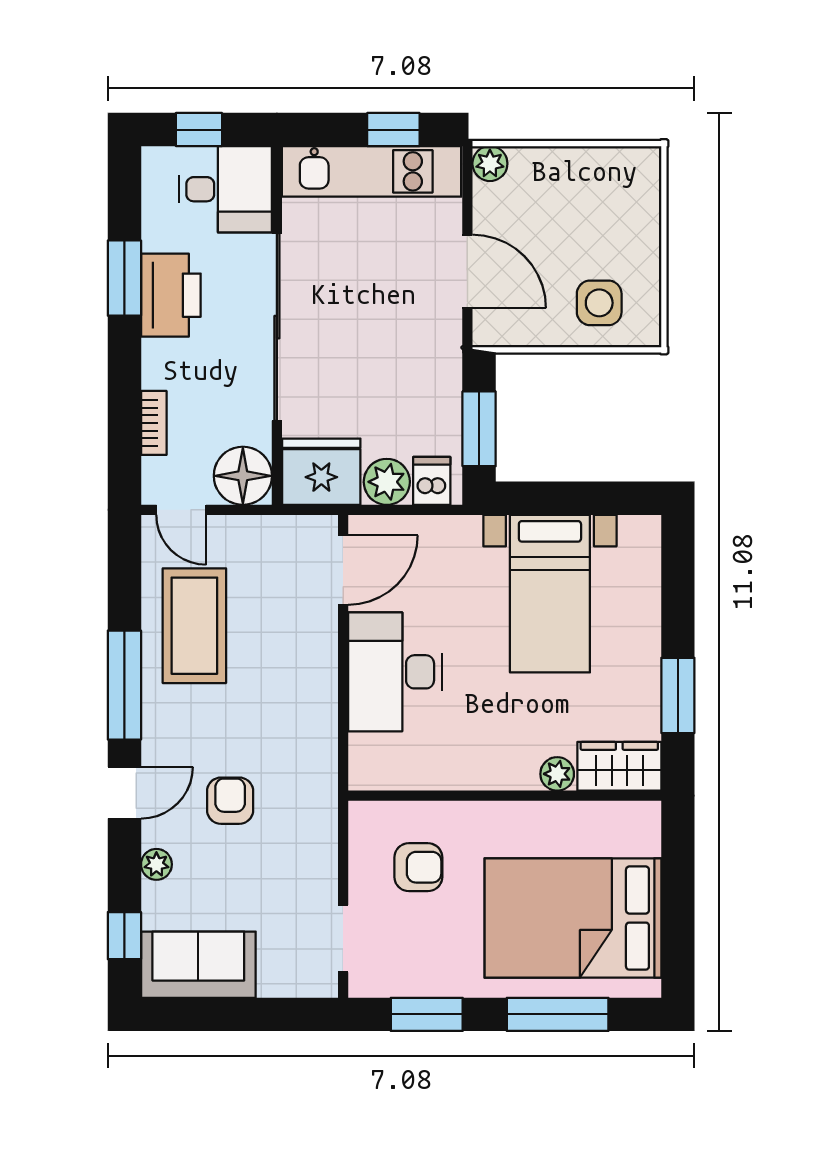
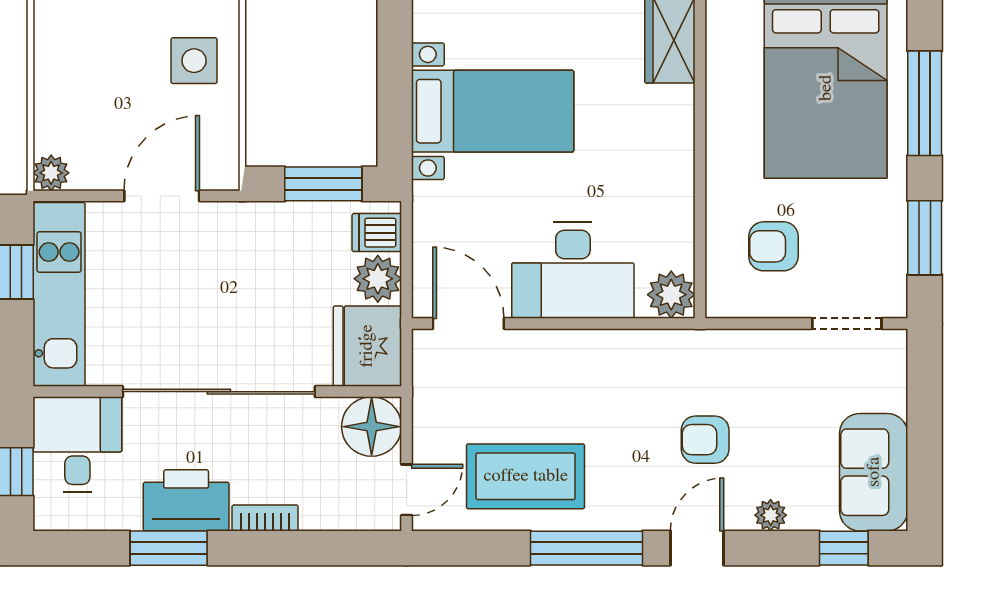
bookcase: (154, 423) -> (265, 518), moved
plant: (557, 774) -> (671, 295), moved, width x1.38, depth x1.38
door: (124, 793) -> (697, 548), hinge flipped
armchair: (418, 867) -> (773, 246), turned -90

